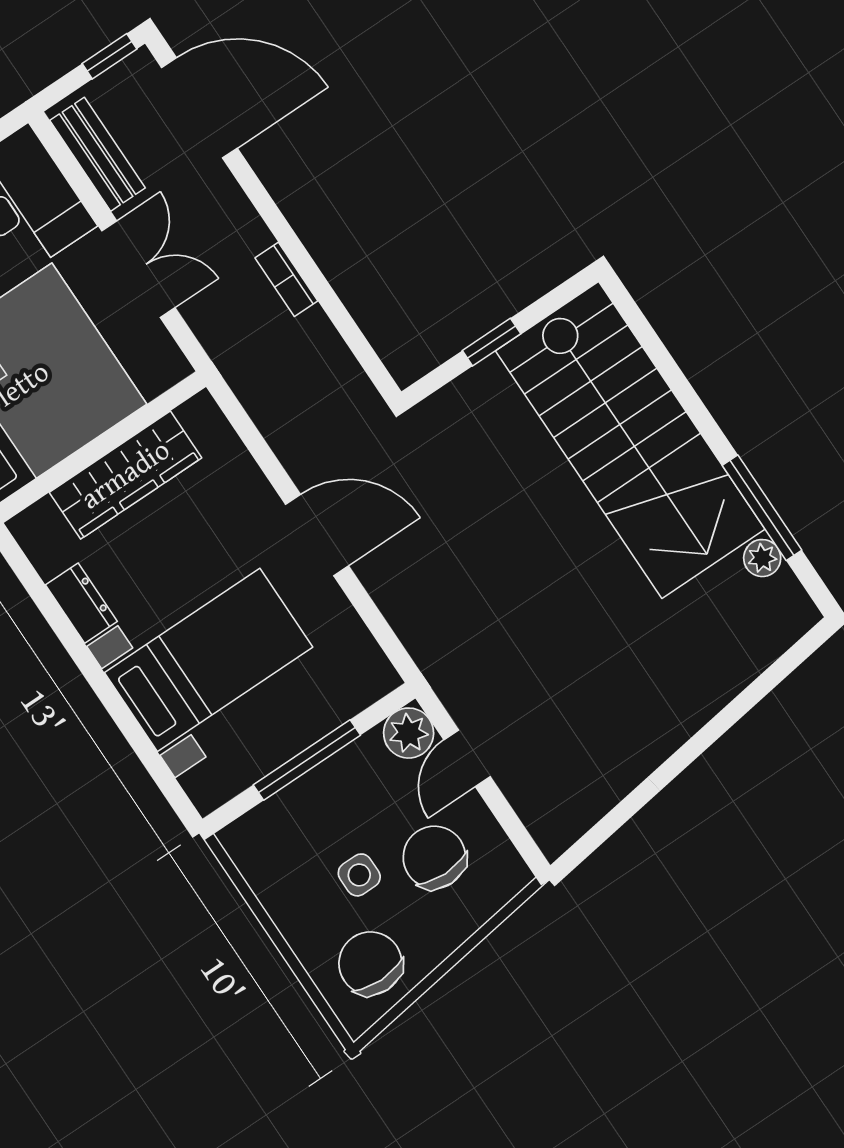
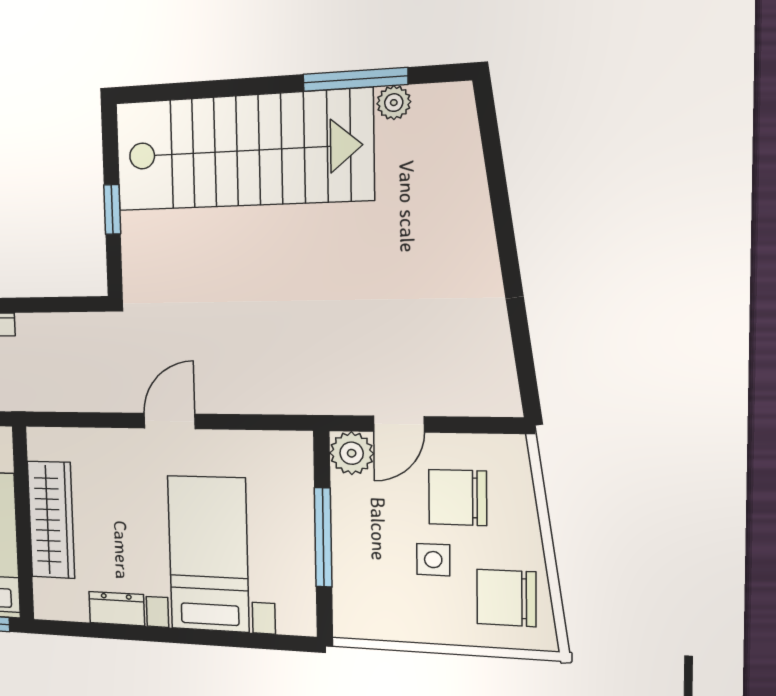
door: (317, 535) -> (170, 421), width x0.73
door: (467, 758) -> (399, 424), hinge flipped

